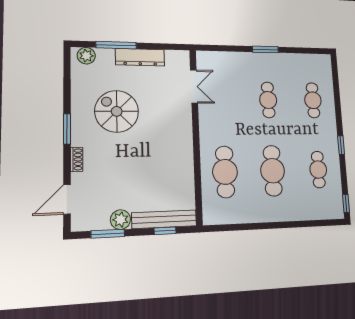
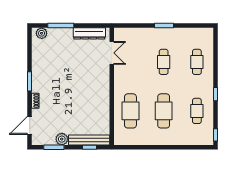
dresser: (140, 57) -> (89, 33), moved
spiral stairs: (117, 111) -> (60, 70), removed

